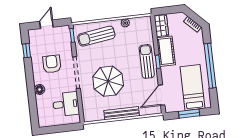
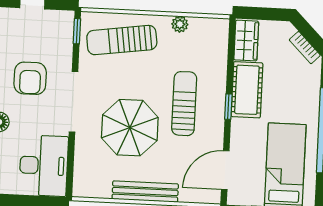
sun lounger: (147, 61) -> (184, 104), moved
armchair: (52, 64) -> (30, 78), turned 180
desk: (66, 104) -> (44, 166), width x1.37

